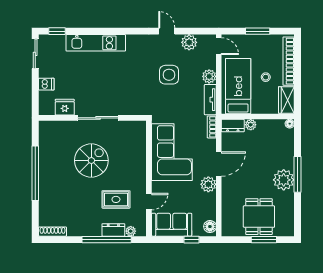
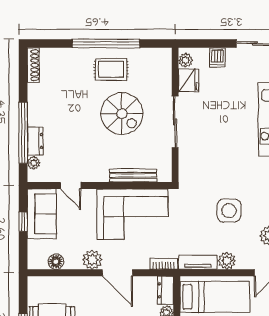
plant: (49, 110) -> (186, 60), added
bench: (141, 151) -> (133, 175), added
rug: (116, 199) -> (111, 69), moved, turned 90
floor lamp: (210, 227) -> (56, 262), moved
window: (191, 240) -> (23, 222), moved

